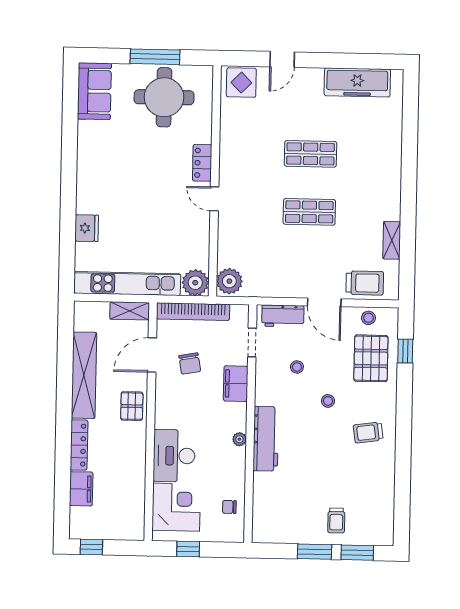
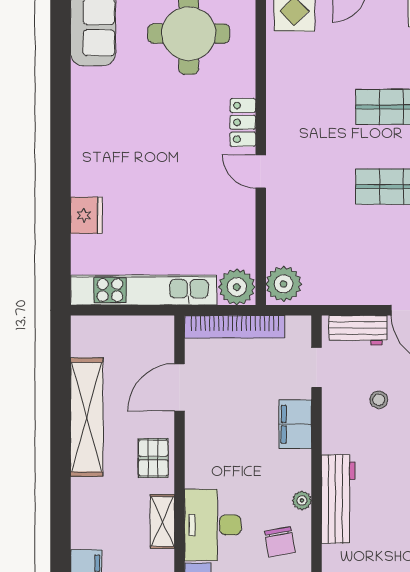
shelving: (130, 311) -> (162, 521), moved, turned 90
chair: (190, 364) -> (280, 542), moved
locker: (79, 445) -> (82, 513), removed

